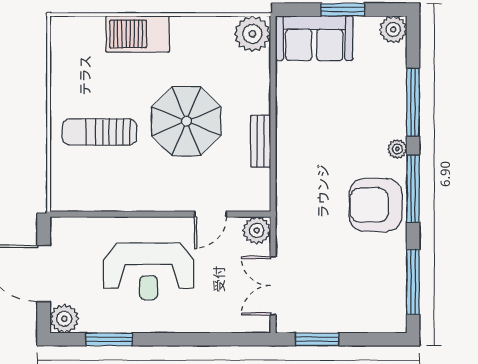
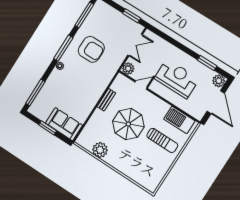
plant: (393, 29) -> (34, 109), removed
barbecue: (138, 34) -> (179, 120), moved, turned 180
plant: (252, 34) -> (100, 150), moved
window: (413, 102) -> (35, 93), moved
armchair: (376, 205) -> (91, 49), moved

